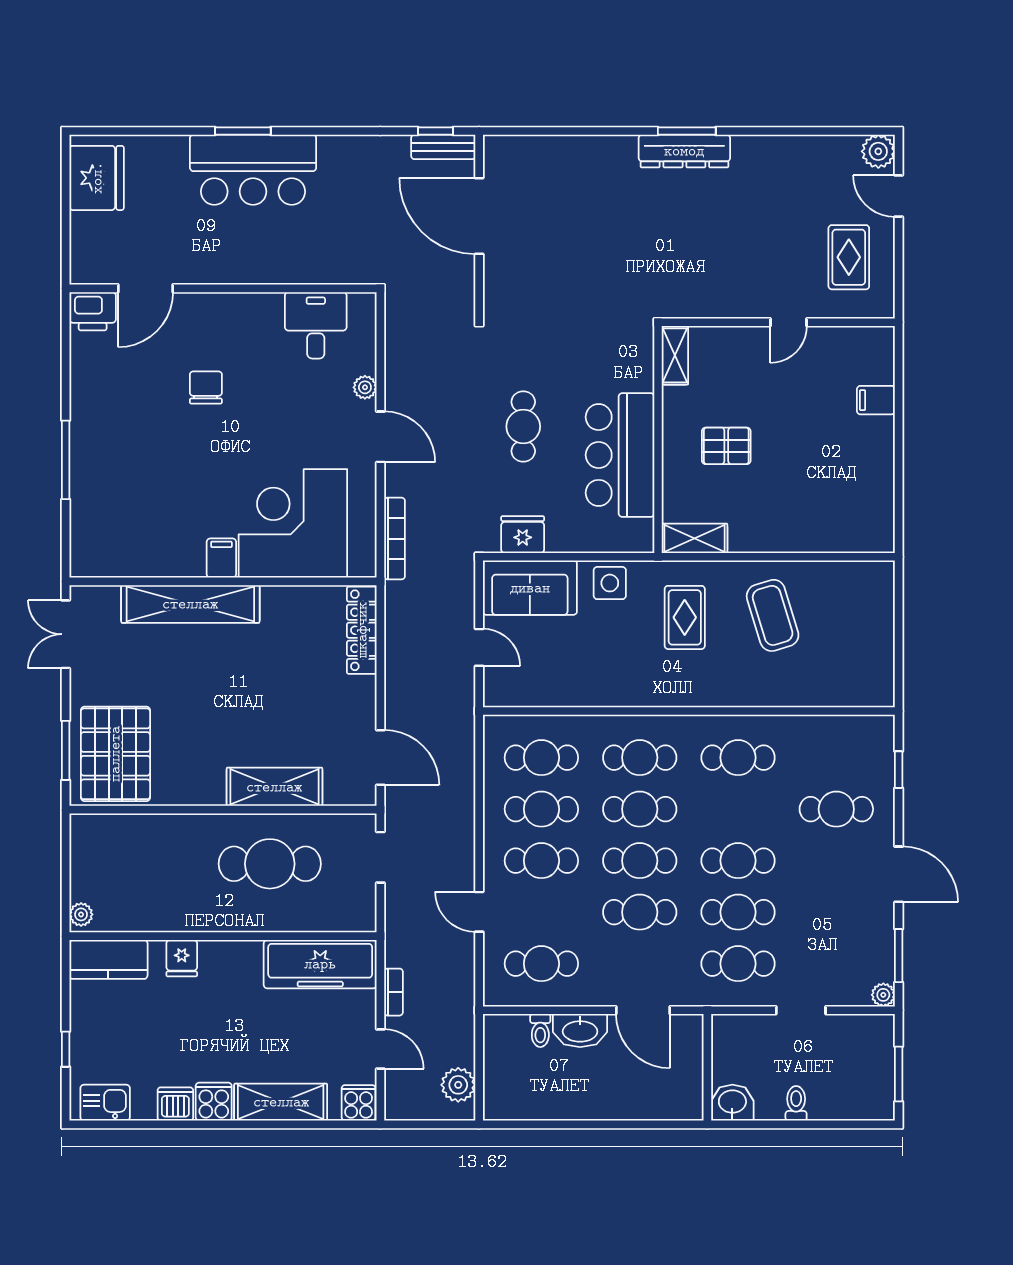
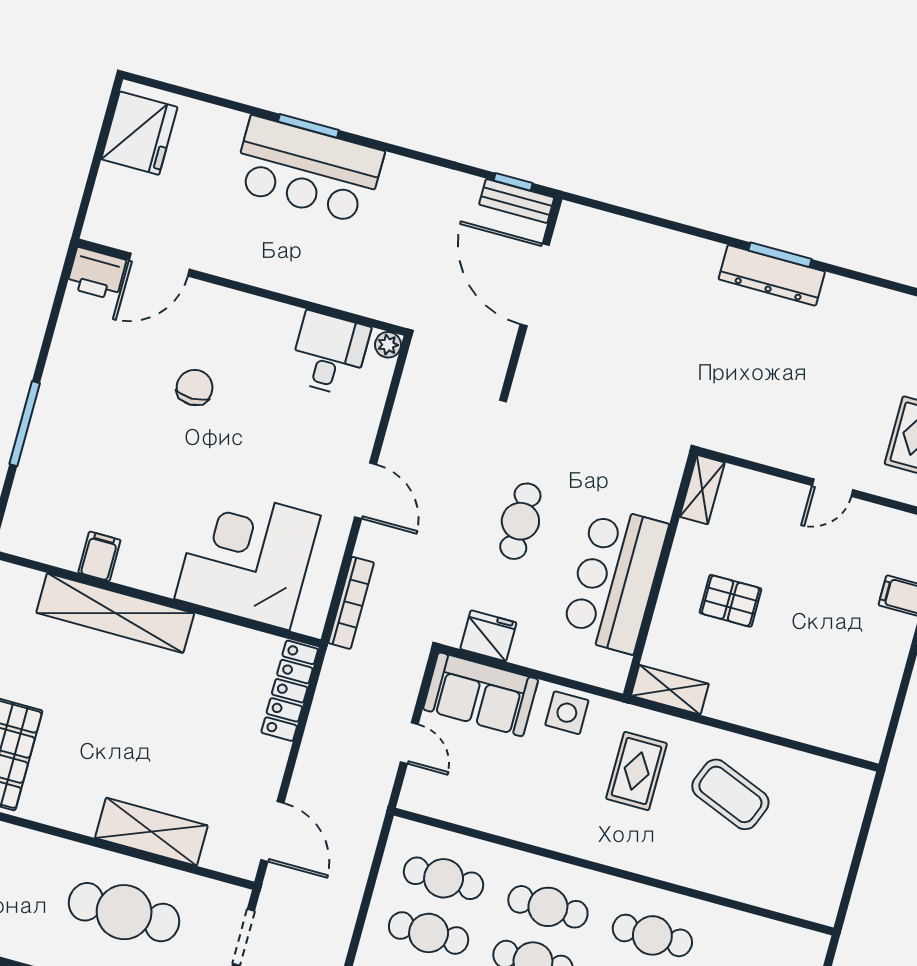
plant: (365, 387) -> (388, 345), moved
filing cabinet: (221, 558) -> (99, 556), moved
coffee table: (773, 615) -> (730, 794), turned -51

